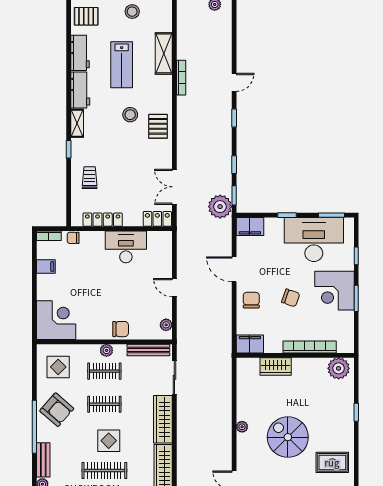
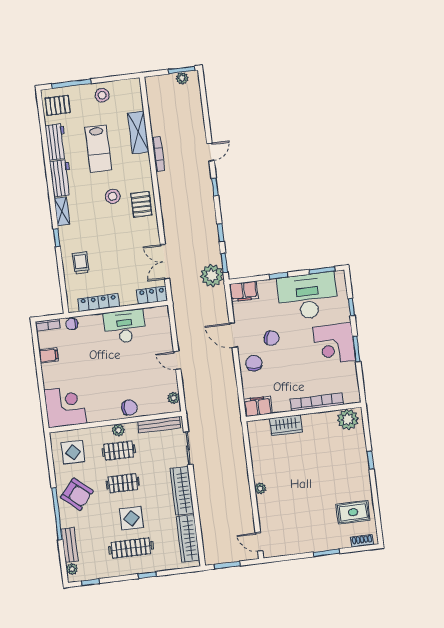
chair: (291, 298) -> (272, 338), moved
spiral stairs: (288, 437) -> (306, 493), removed

